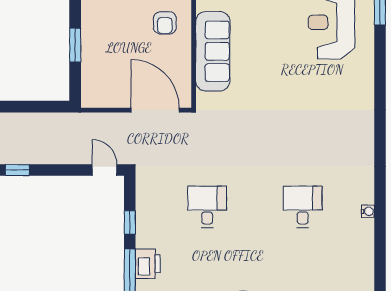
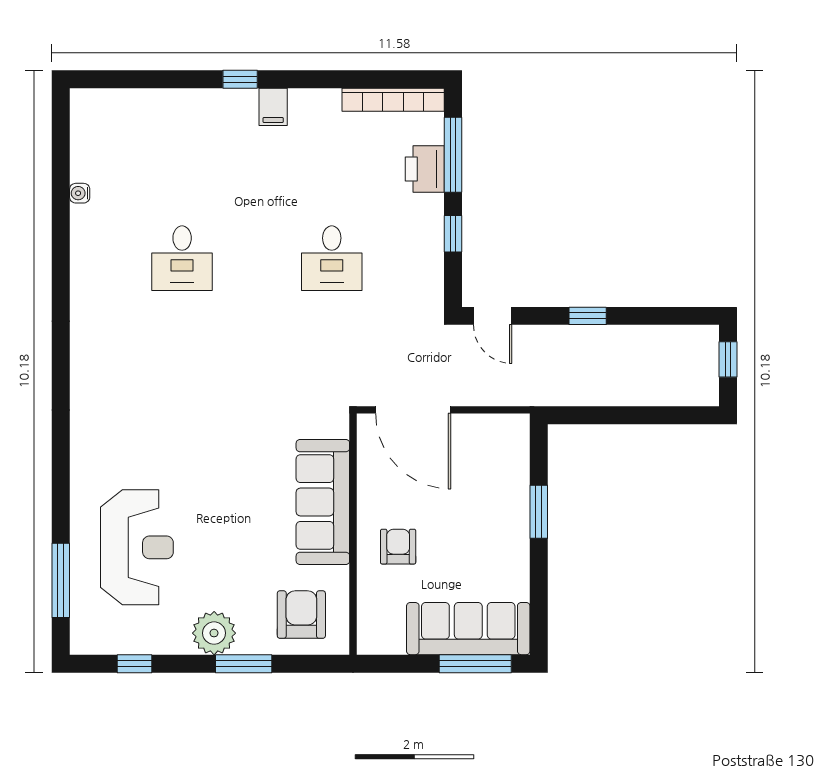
window: (17, 170) -> (588, 316), moved
water cooler: (368, 211) -> (80, 193), moved

